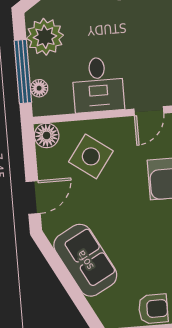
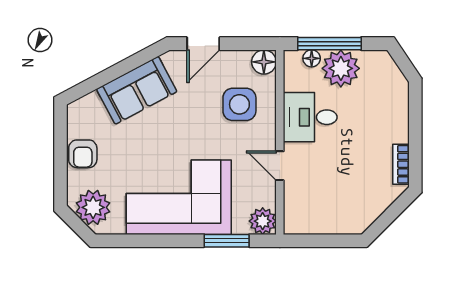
plant: (45, 37) -> (341, 68), moved
side table: (91, 156) -> (239, 104), turned -36
door: (33, 198) -> (203, 44), hinge flipped

